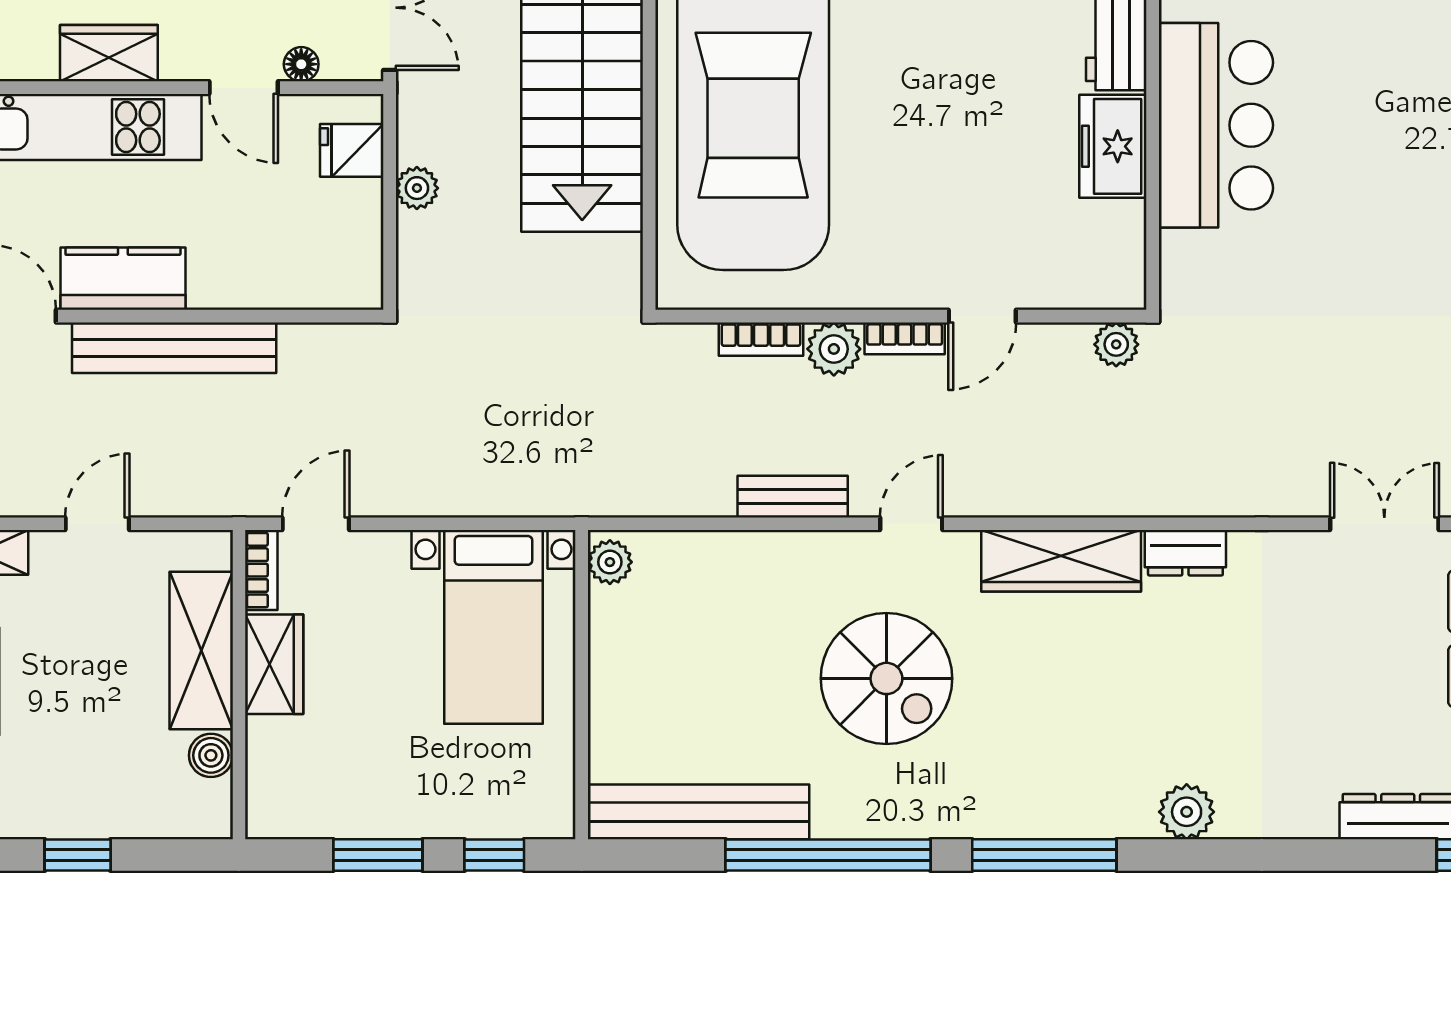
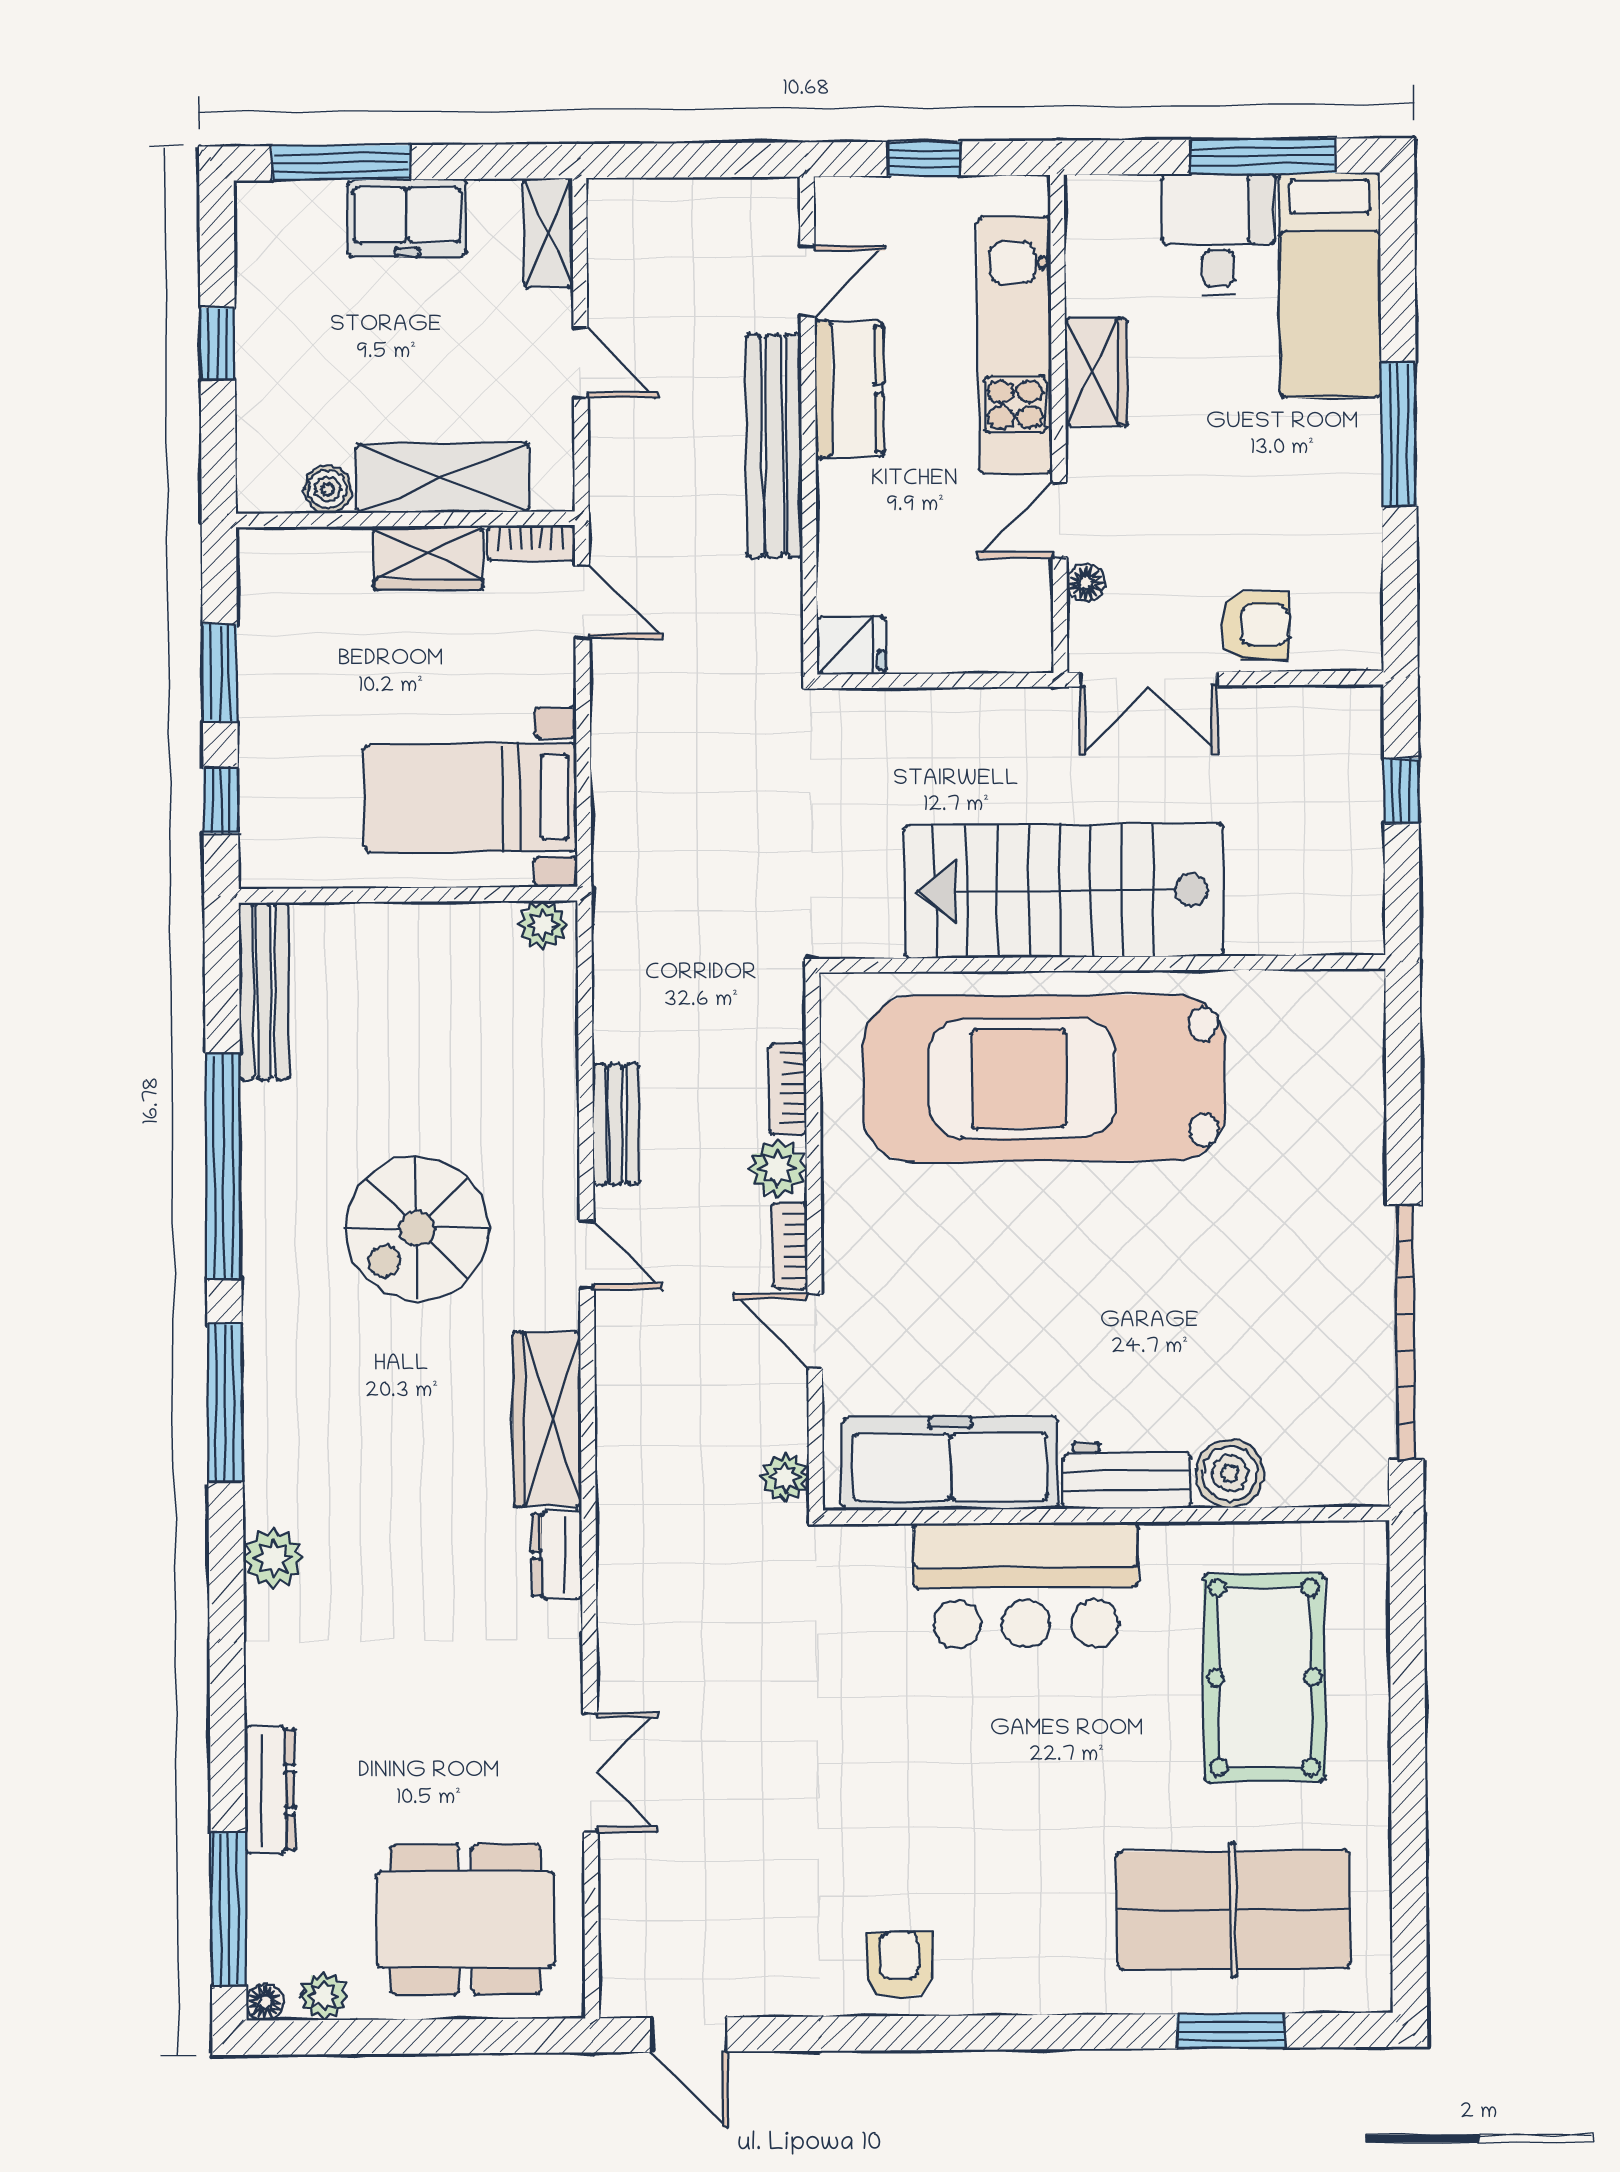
freezer: (1113, 146) -> (950, 1463), width x1.91, depth x1.26
fridge: (352, 150) -> (851, 645), moved, turned 90
plant: (417, 188) -> (951, 711), removed
bench: (699, 812) -> (264, 991), width x0.73, depth x0.82

